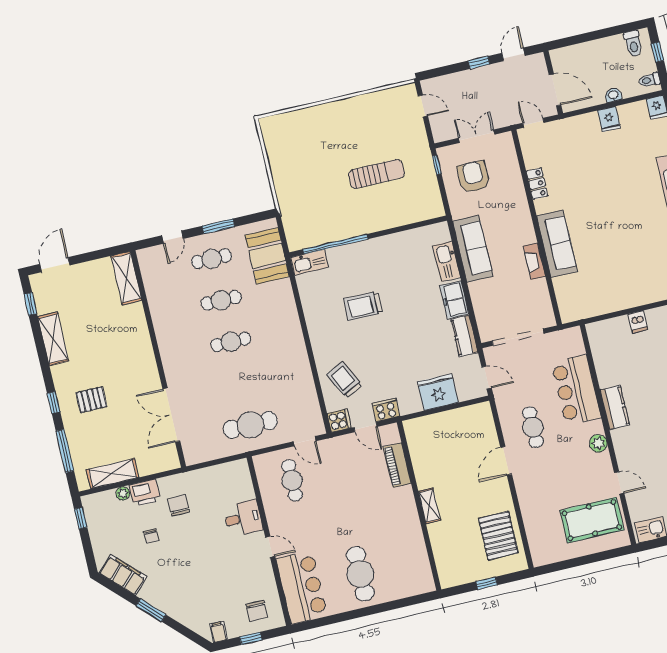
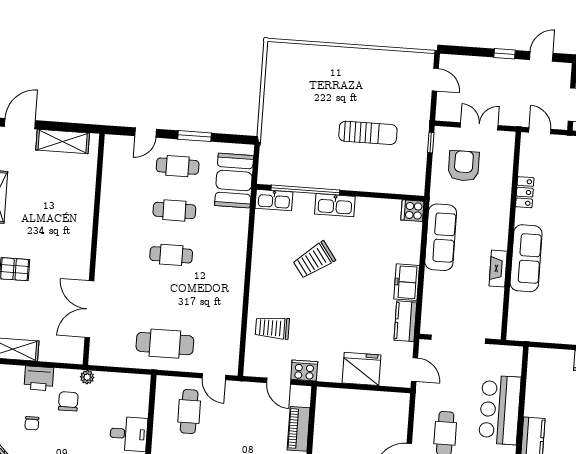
kitchen sink: (447, 261) -> (335, 205), moved, turned -90
shelving: (126, 278) -> (63, 142), moved, turned 90
trolley: (363, 306) -> (314, 260), turned -36
trolley: (344, 380) -> (272, 328), turned -63
cooker: (339, 420) -> (412, 211), moved, turned 180
plant: (123, 493) -> (87, 377), moved

